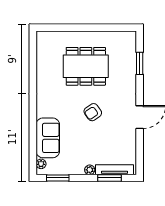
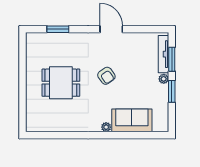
dining table: (86, 66) -> (61, 83), width x0.73
plant: (41, 164) -> (106, 127), moved
window: (58, 178) -> (172, 91), moved

